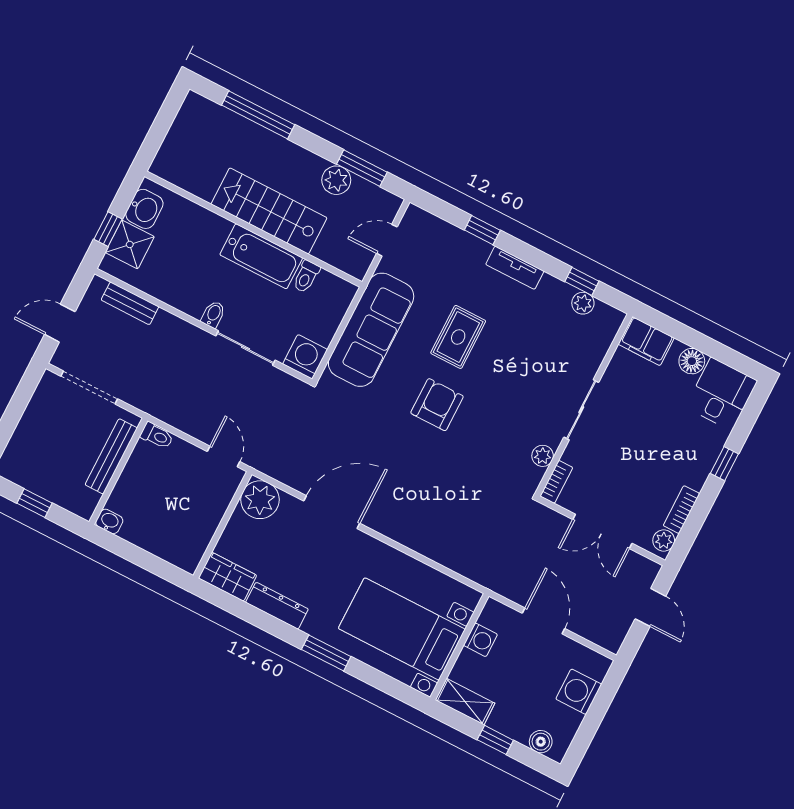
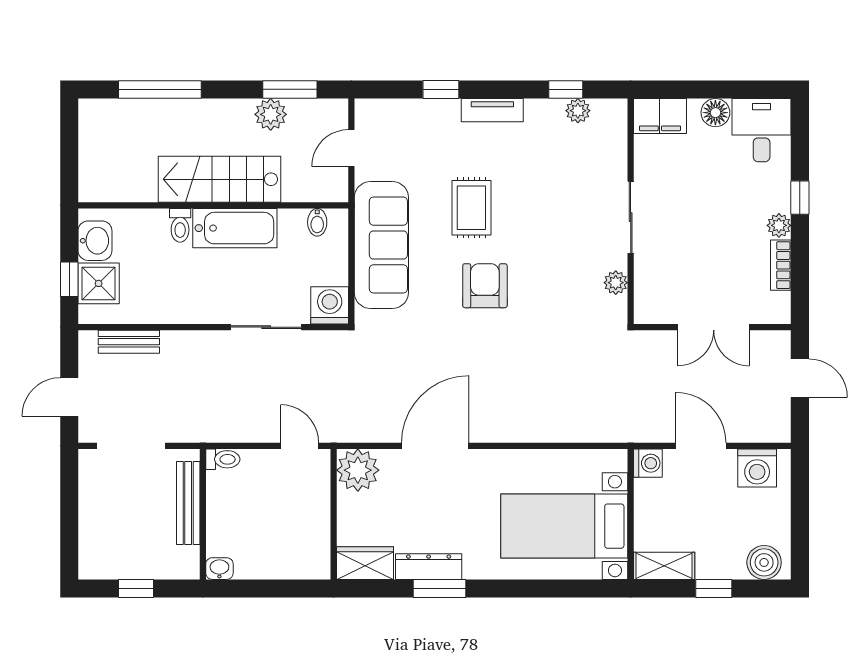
toilet: (306, 276) -> (180, 225), moved
bidet: (213, 314) -> (317, 222), moved, turned 180
bookcase: (556, 482) -> (643, 301), removed
plant: (664, 541) -> (779, 225), moved
washing machine: (480, 640) -> (648, 463), moved
window: (326, 653) -> (439, 588), moved
washing machine: (579, 692) -> (757, 468), moved, turned -90
boiler: (541, 742) -> (764, 562), width x1.36, depth x1.36

